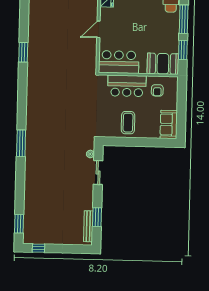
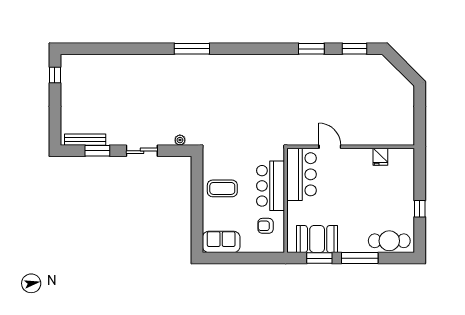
door: (98, 29) -> (330, 147), moved
booth: (163, 64) -> (317, 239), moved, turned 90
sliding door: (98, 173) -> (142, 151), moved
window: (19, 224) -> (354, 49), moved

